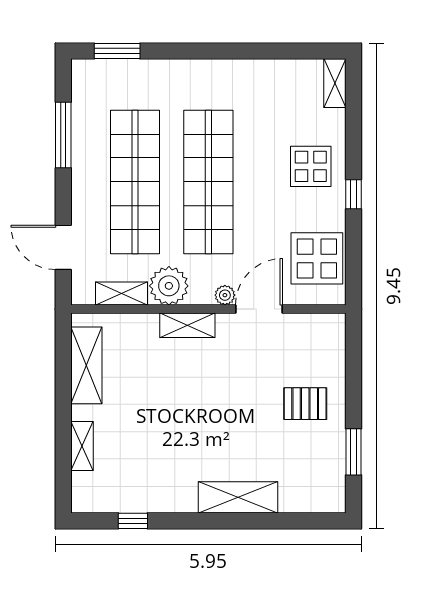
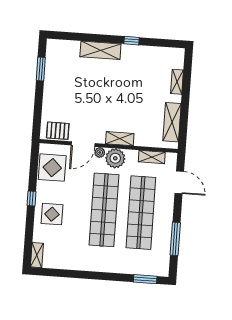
plant: (169, 286) -> (115, 158), moved
pallet: (305, 404) -> (58, 131), moved
window: (133, 521) -> (132, 41), moved

